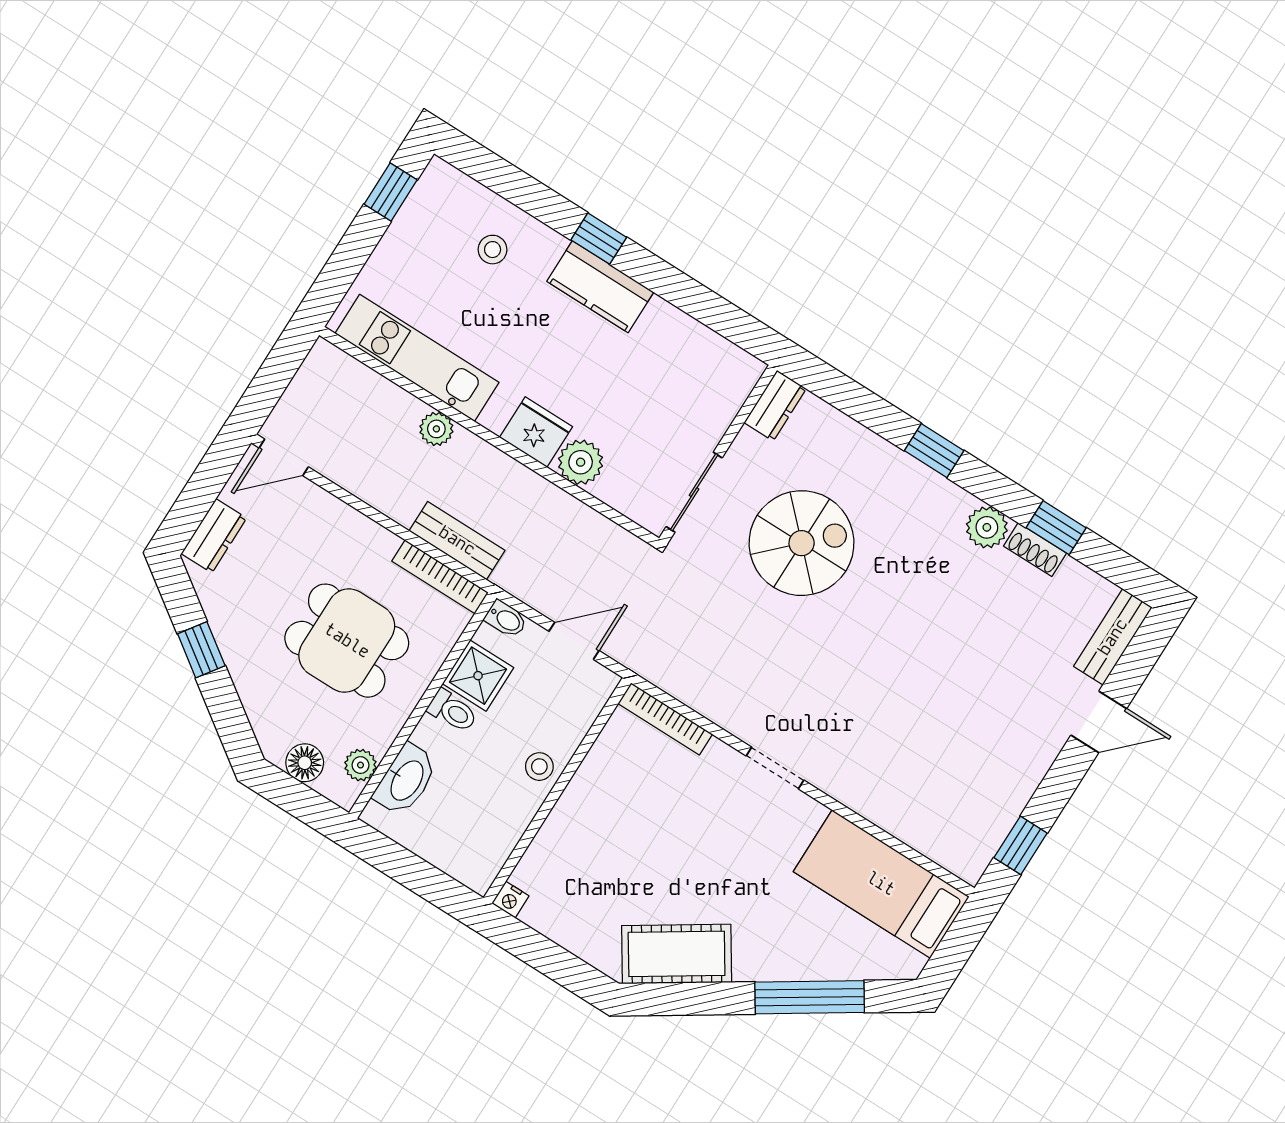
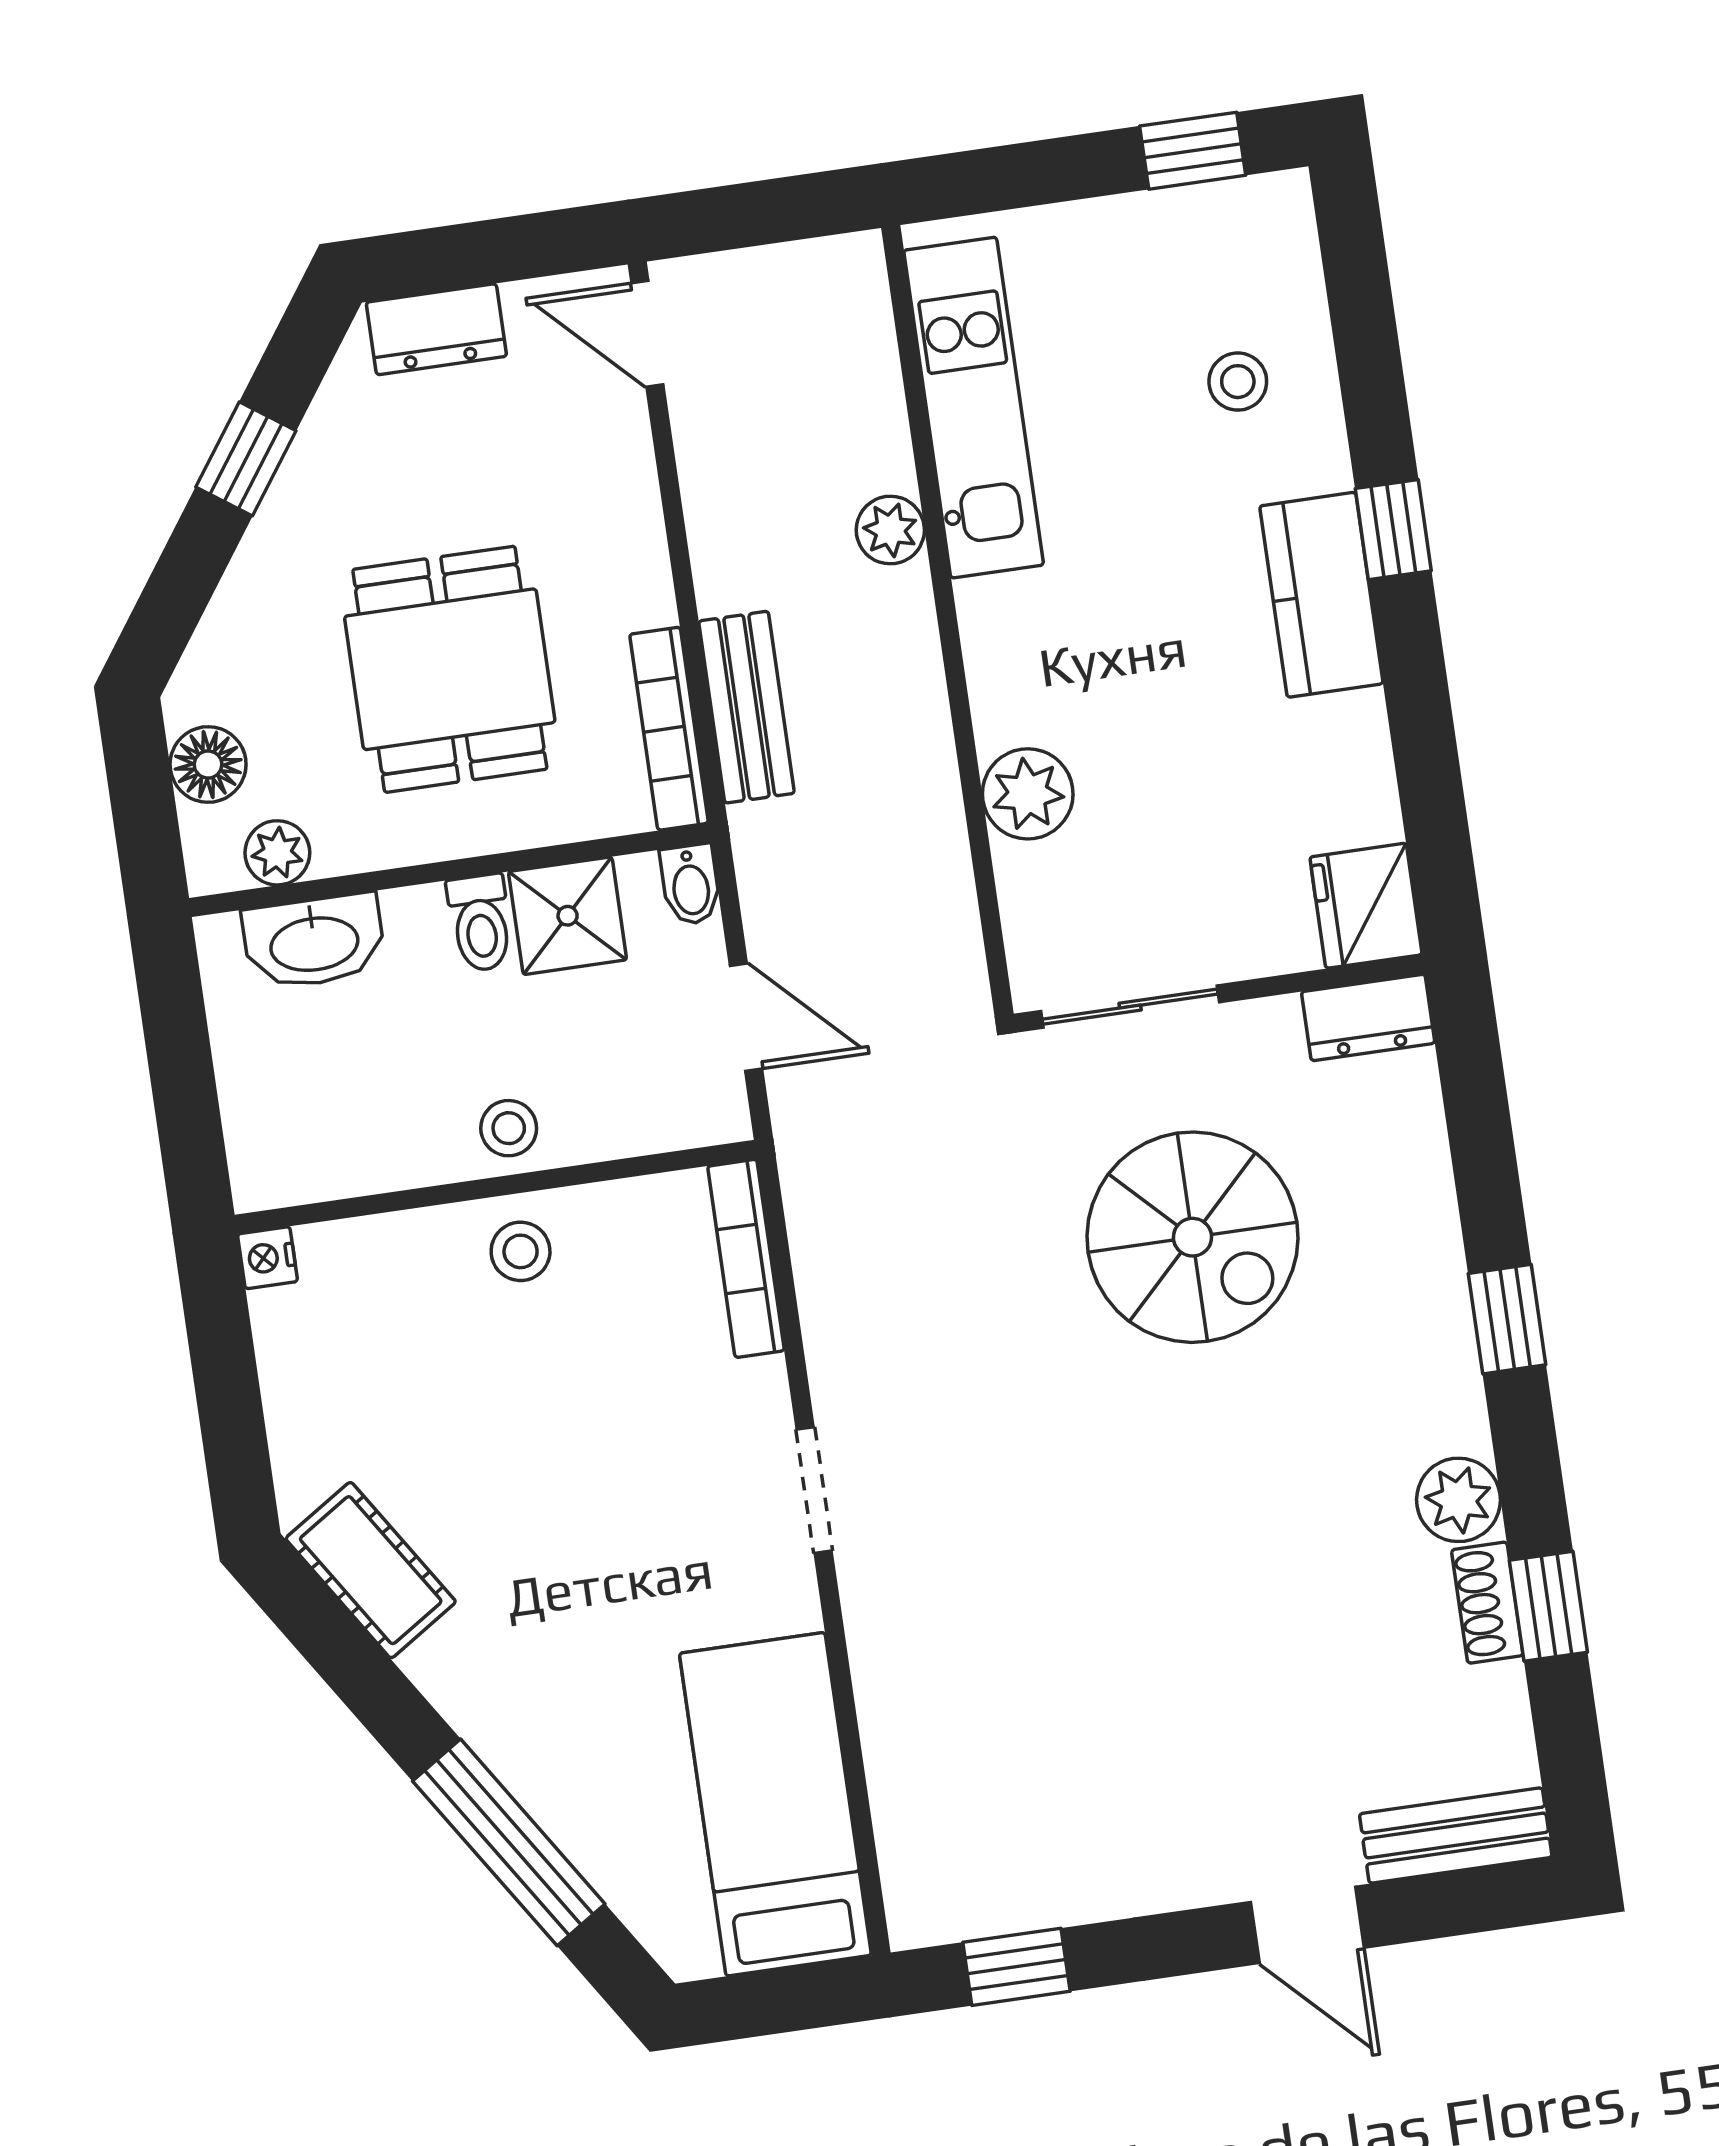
fridge: (536, 432) -> (1366, 906), moved, turned 180
stool: (590, 802) -> (521, 1251), added
cot: (677, 954) -> (371, 1570), width x0.73, depth x0.75

